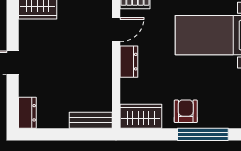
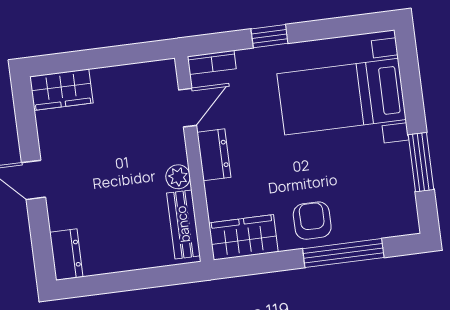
plant: (104, 73) -> (178, 177), added
bench: (91, 120) -> (183, 224), moved, turned 90

